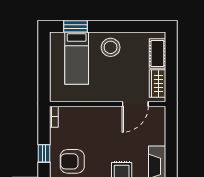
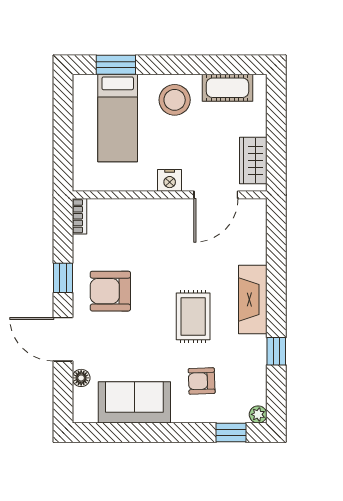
cot: (157, 53) -> (227, 88), moved, turned 90
nightstand: (108, 95) -> (170, 180), added

